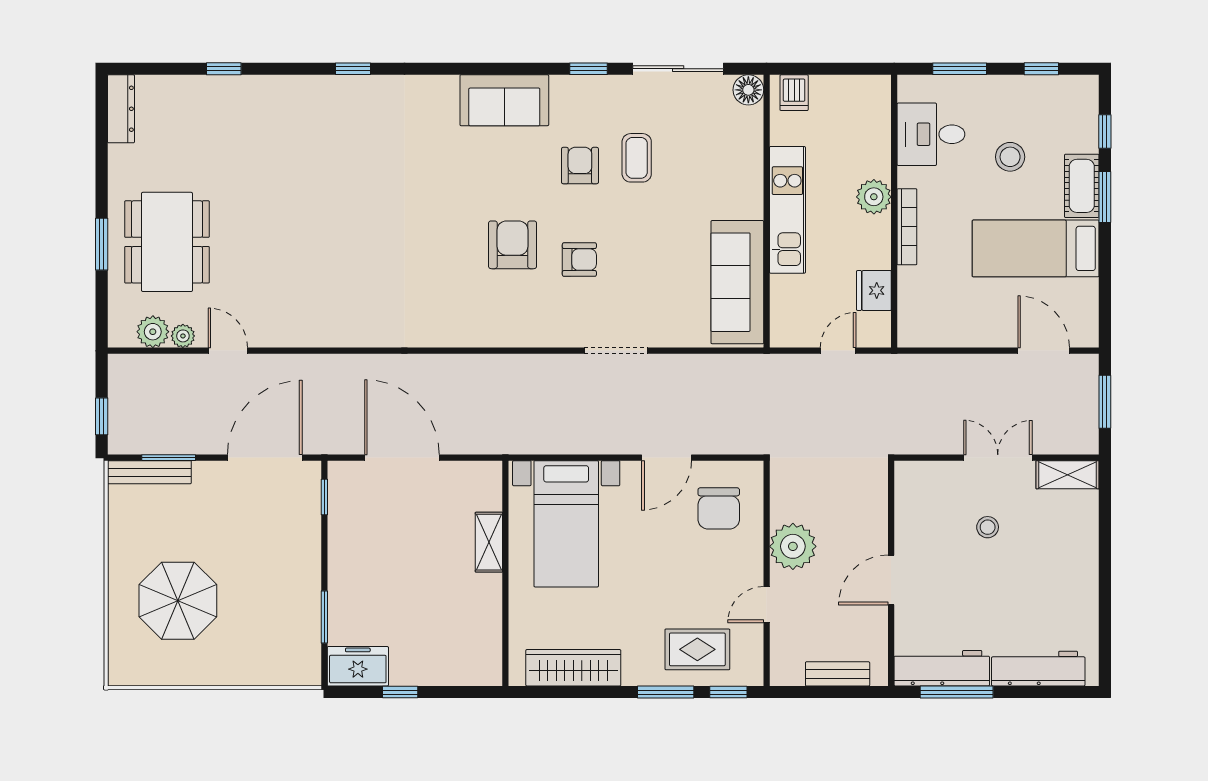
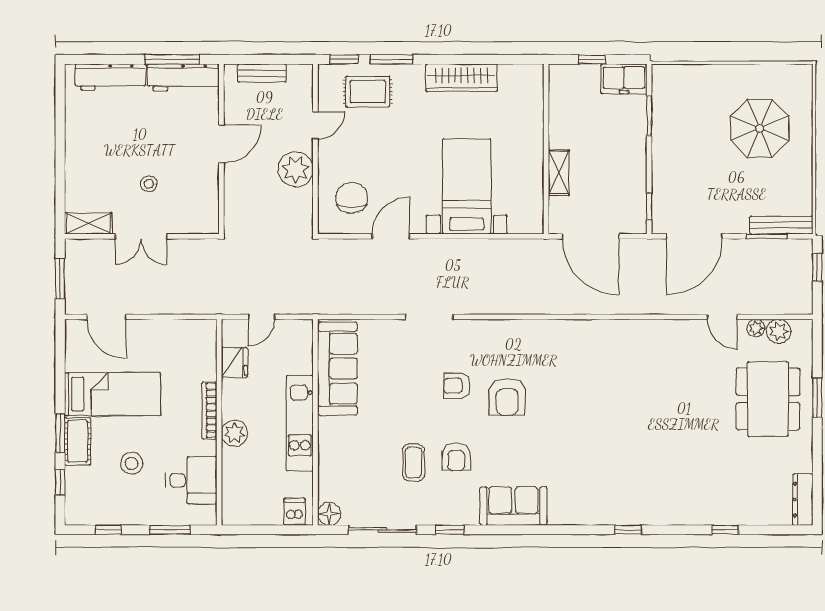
shelving: (489, 542) -> (559, 172), moved
wall: (505, 573) -> (546, 149), moved

